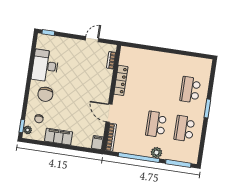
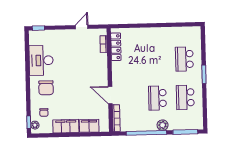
locker: (121, 80) -> (116, 47), moved
filing cabinet: (97, 143) -> (89, 126), moved, width x2.00

